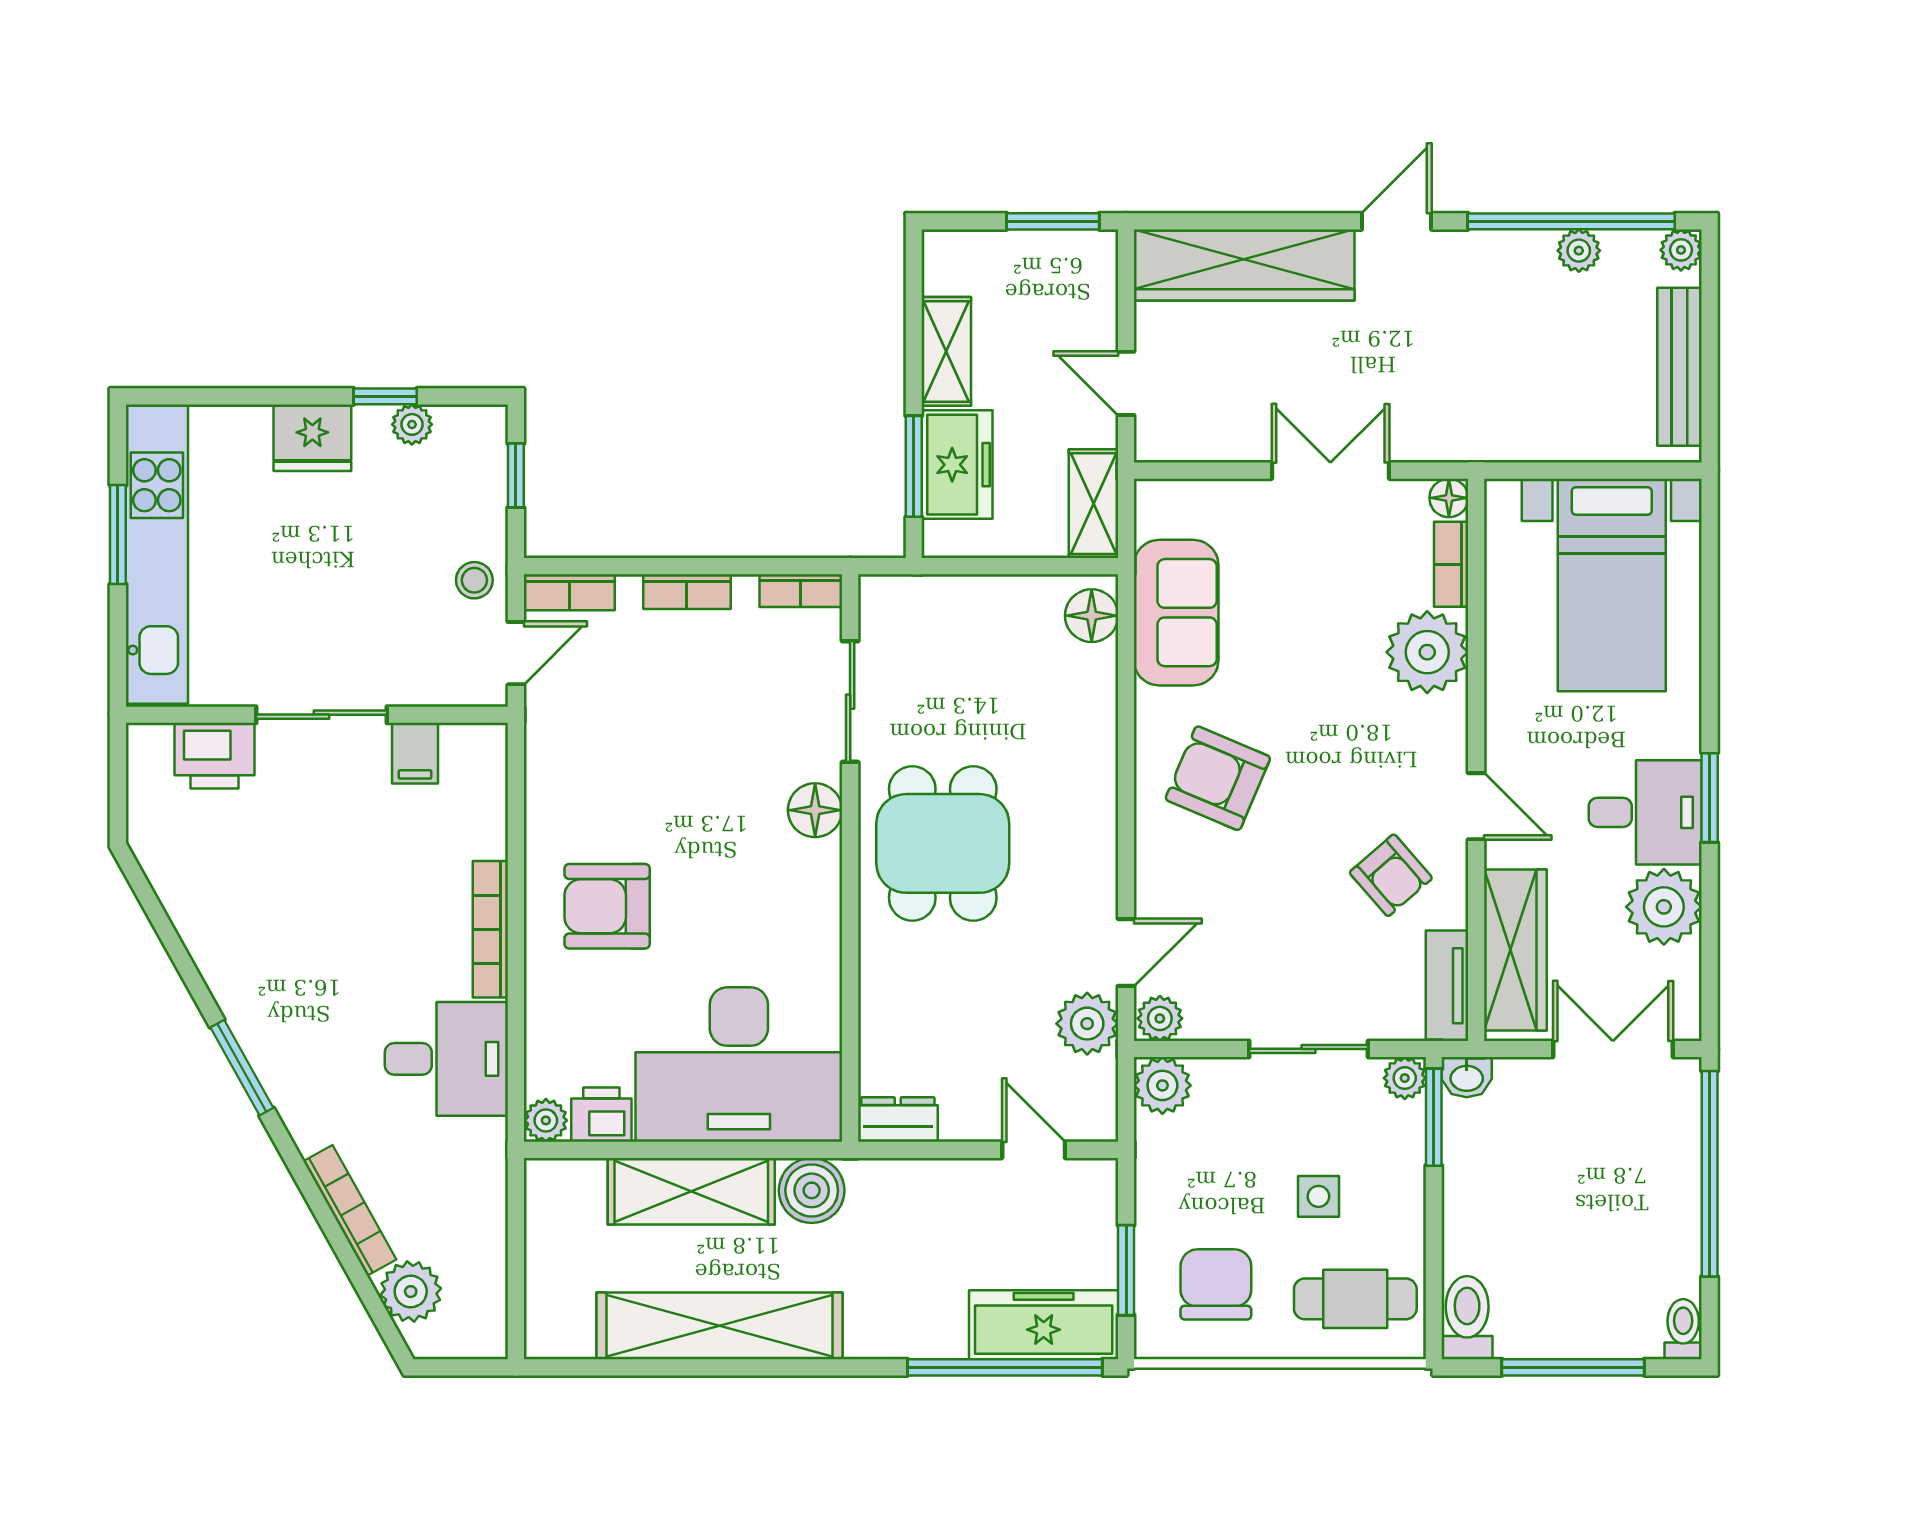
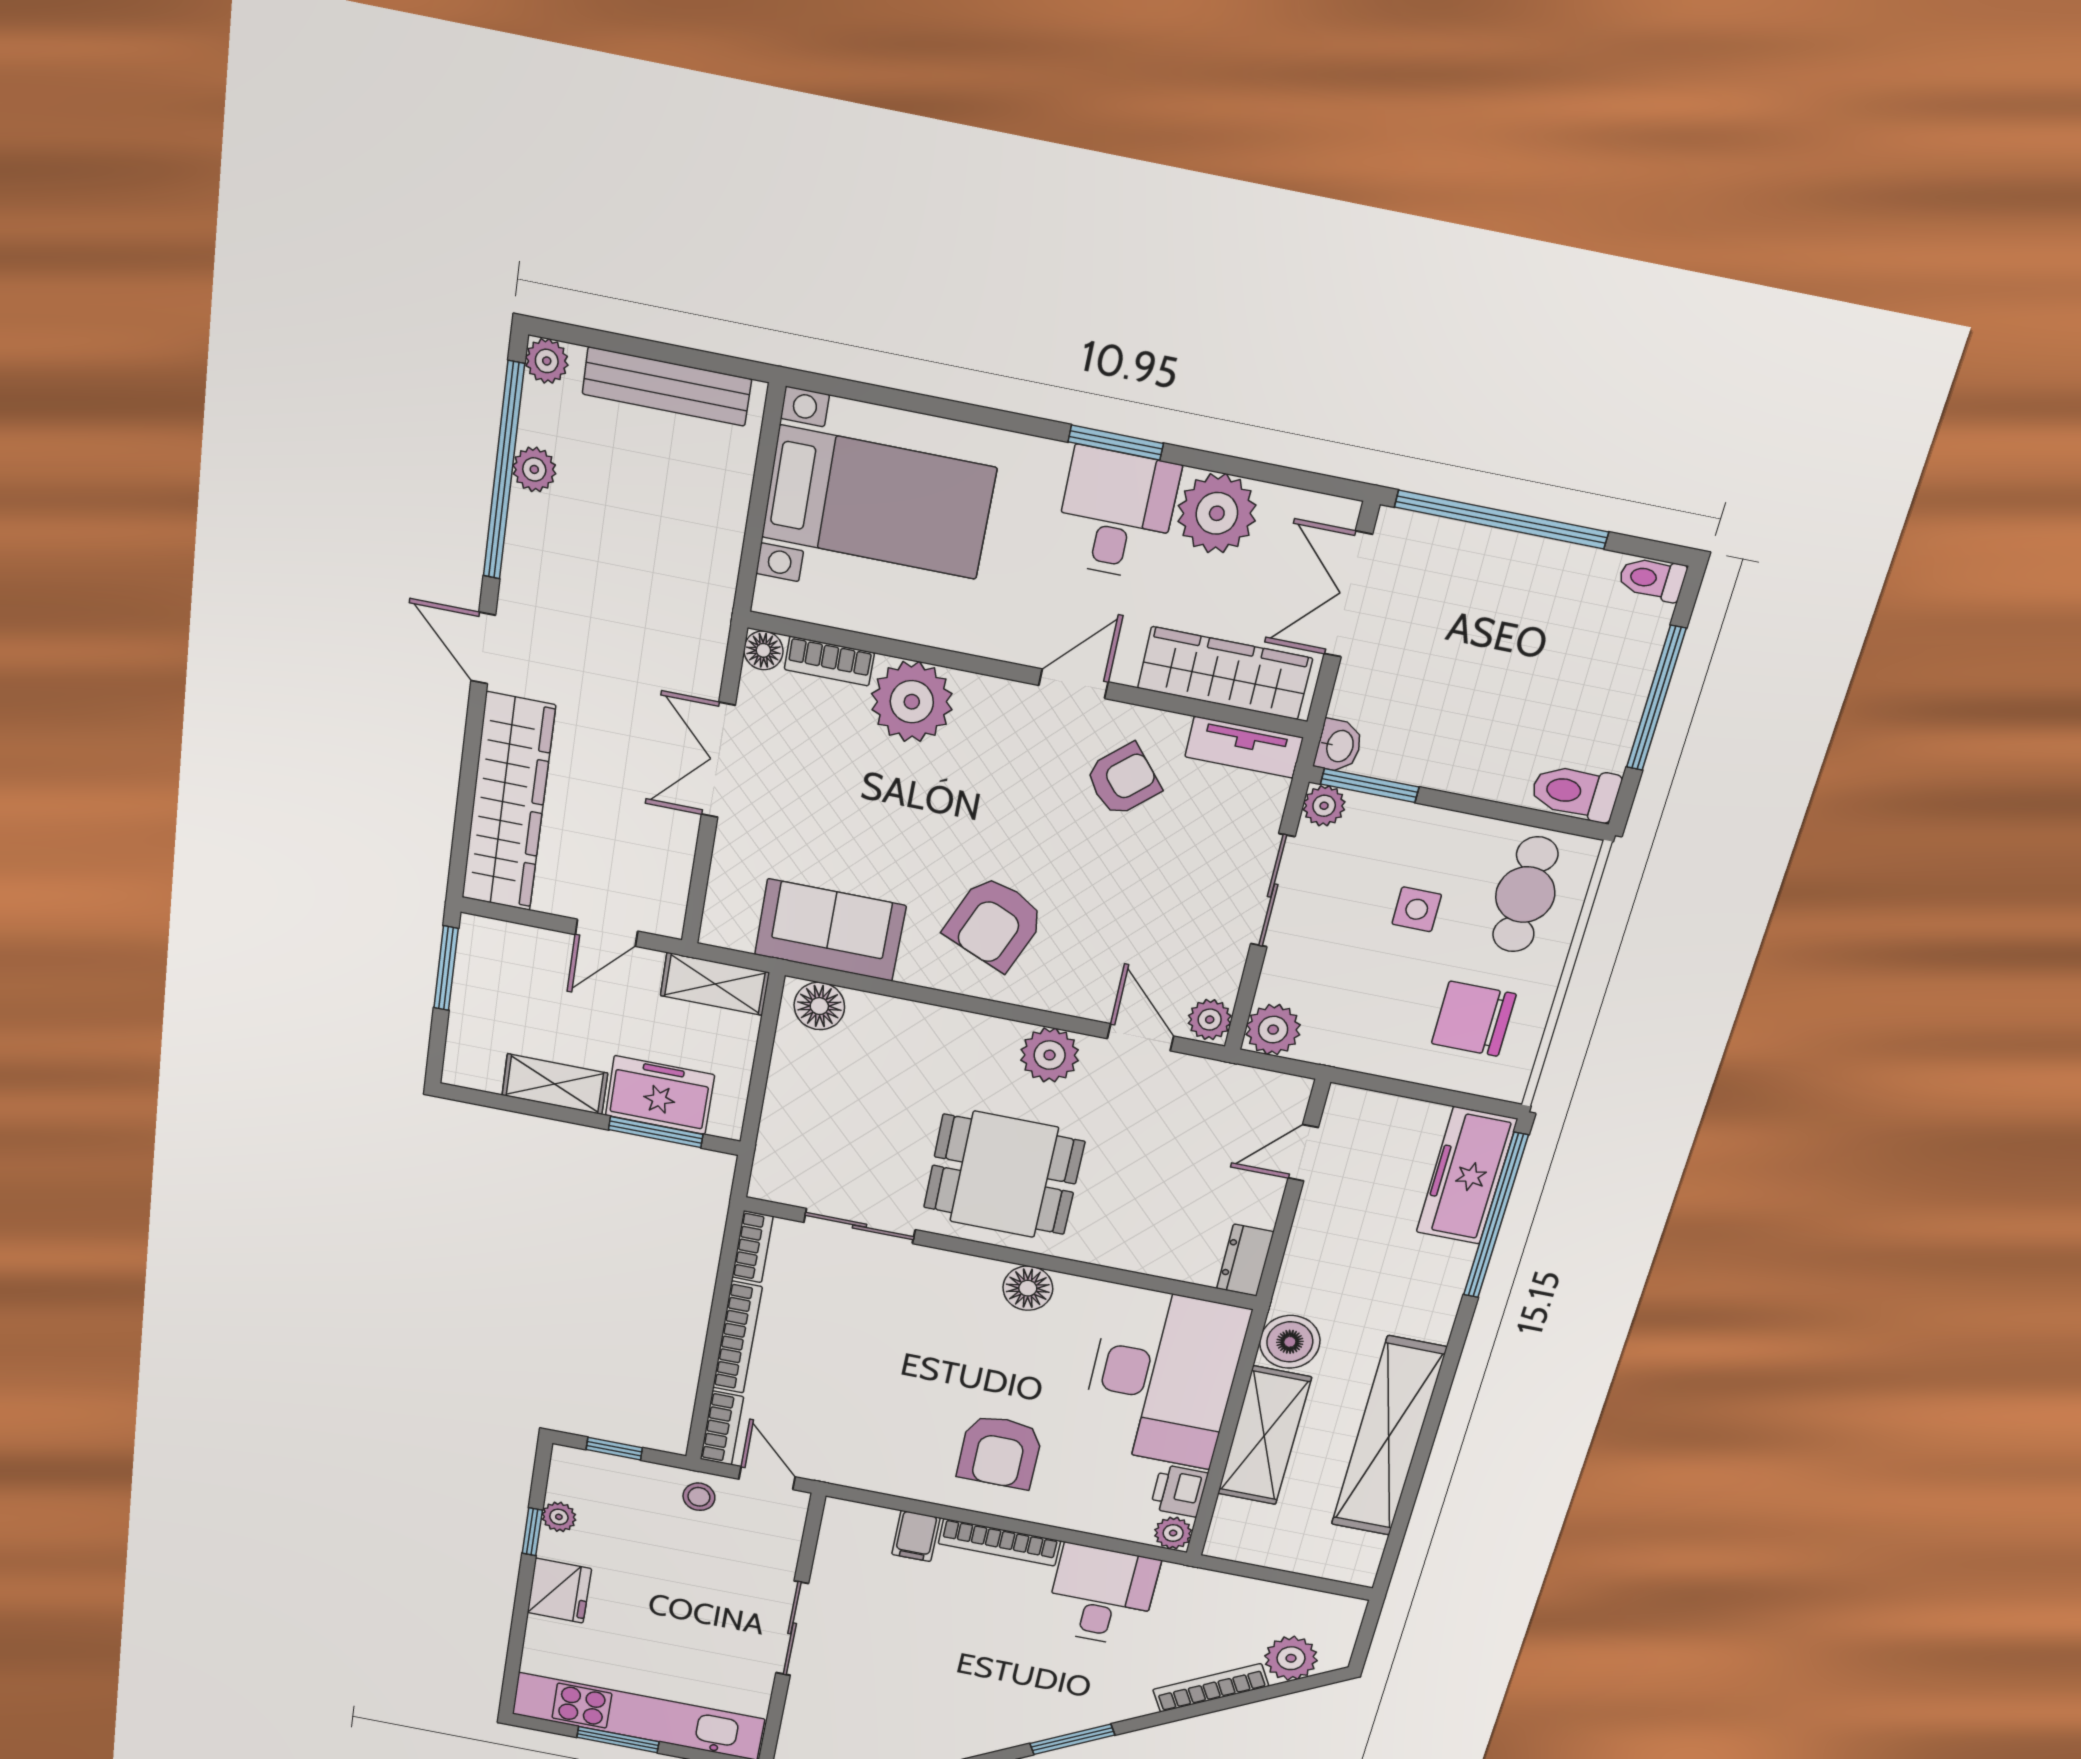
bookcase: (687, 592) -> (737, 1337), width x1.56
filing cabinet: (415, 753) -> (916, 1536), moved, turned 90
printer: (215, 756) -> (811, 1709), removed
floor lamp: (815, 810) -> (1028, 1288), moved
plant: (1087, 1024) -> (1050, 1055), moved
window: (1126, 1270) -> (1437, 1095), removed

